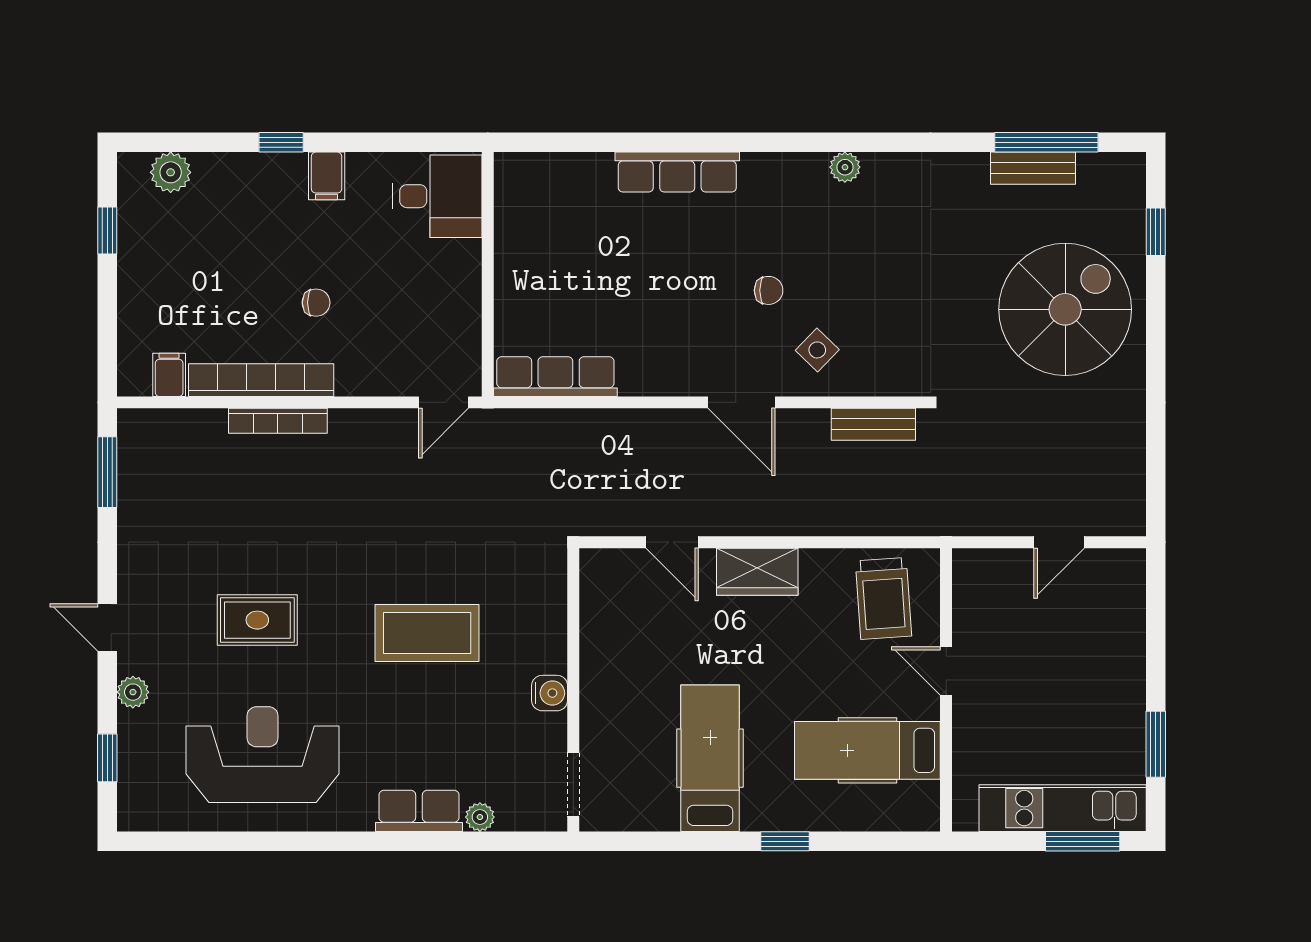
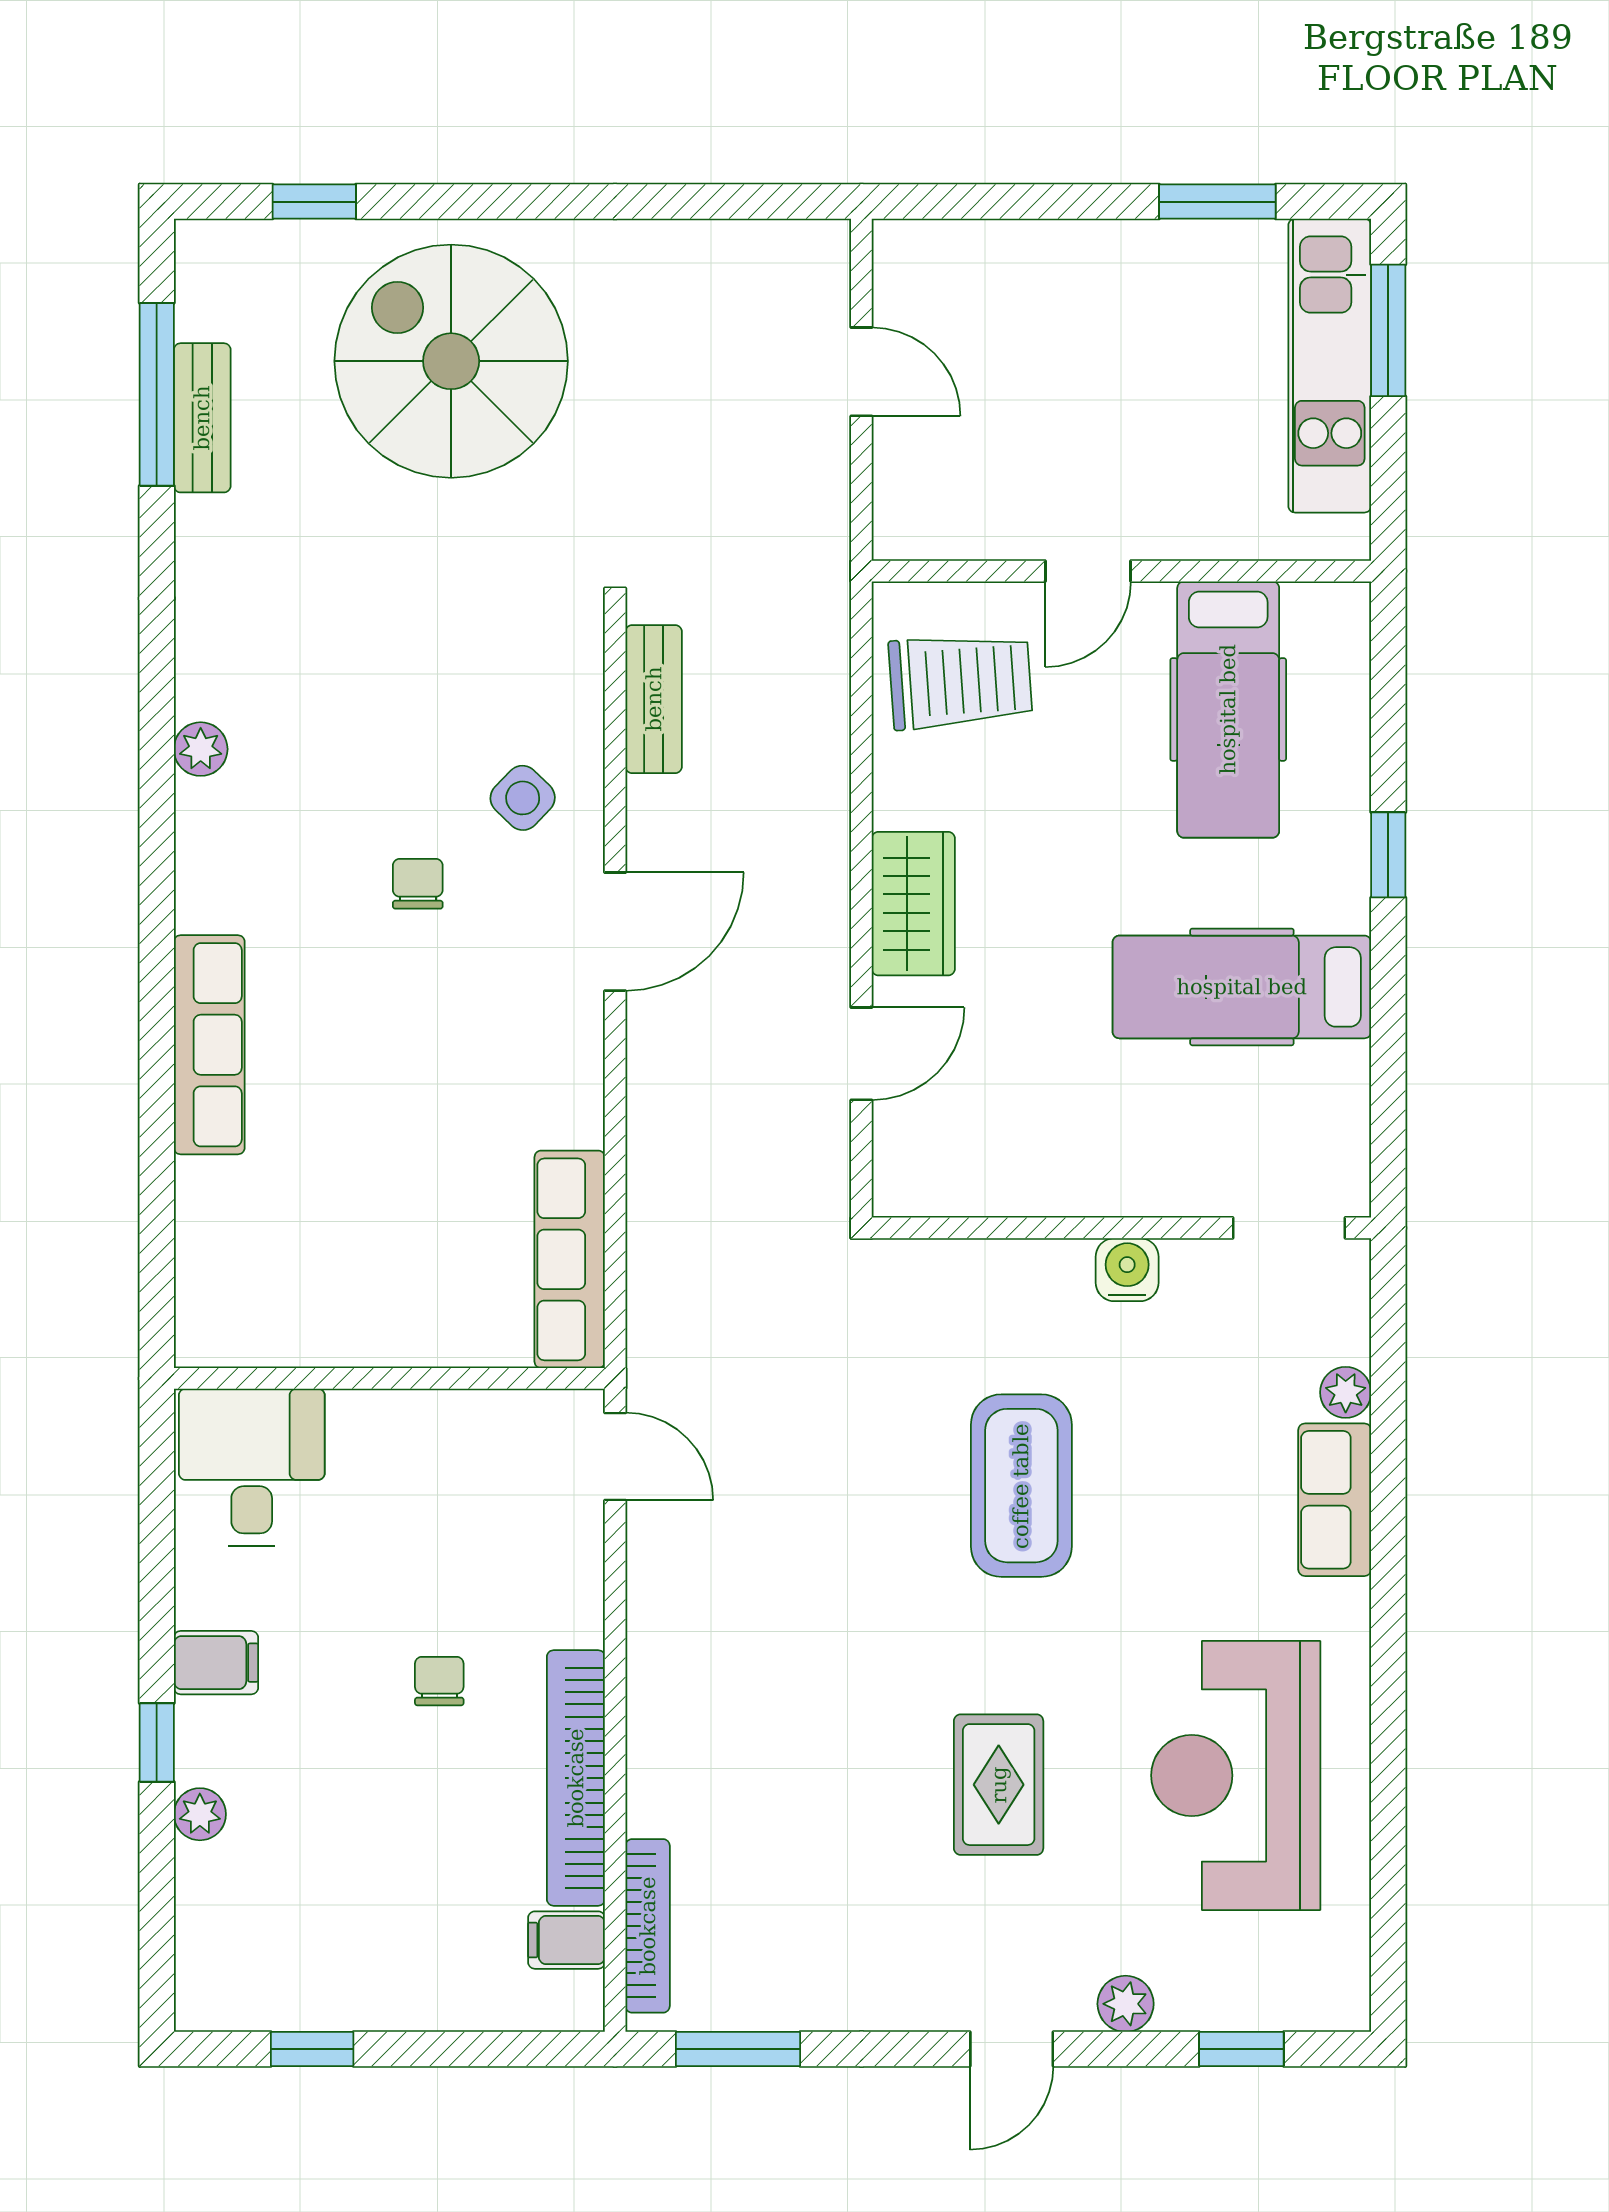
plant: (171, 172) -> (200, 1814), moved, width x0.73, depth x0.73
bookcase: (278, 421) -> (648, 1926), moved

